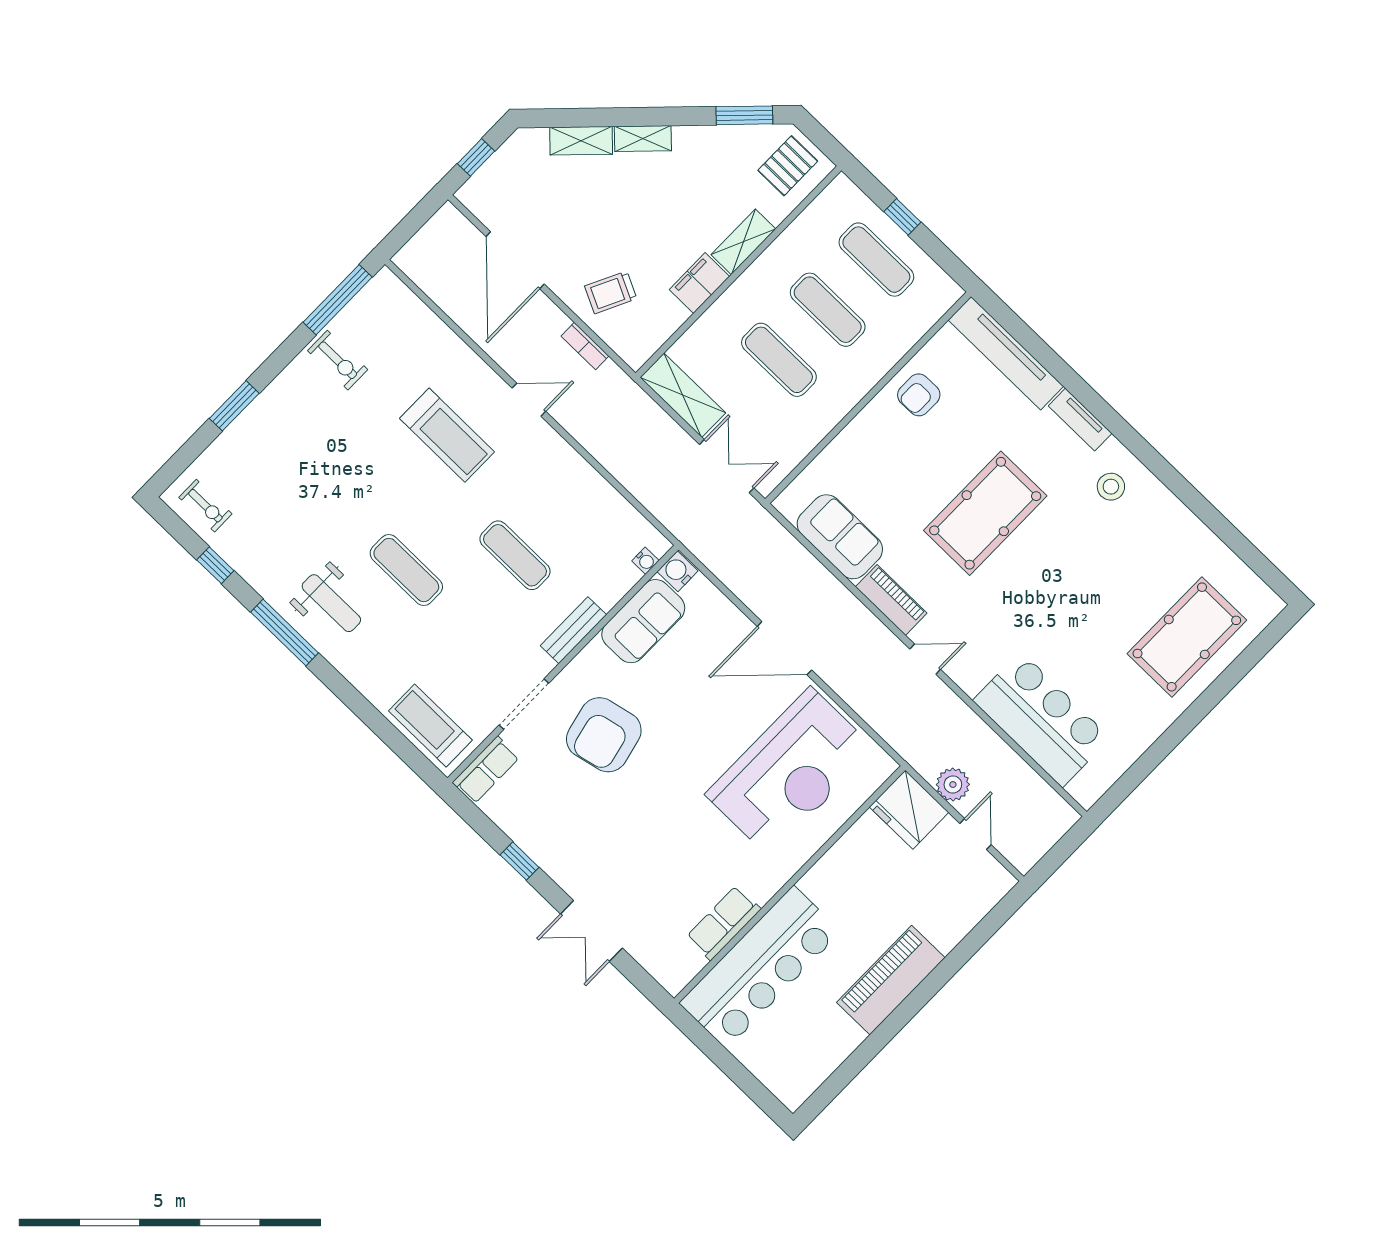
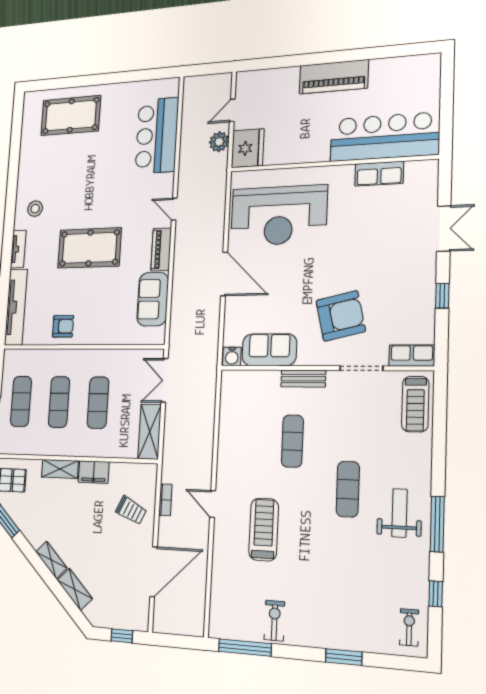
water cooler: (645, 561) -> (240, 376), removed
reception desk: (790, 772) -> (279, 215), turned 180

